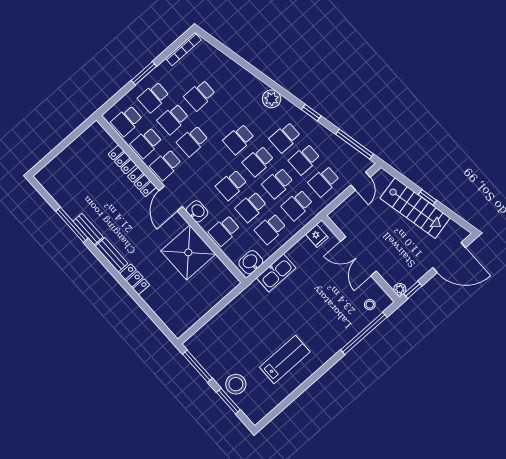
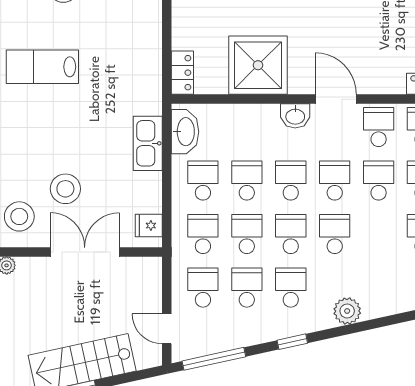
locker: (142, 182) -> (182, 73), moved, turned 90
school desk: (224, 231) -> (335, 181), moved
washbasin: (251, 262) -> (185, 132), width x1.38
stool: (335, 294) -> (65, 189), added
stool: (370, 305) -> (19, 216), width x1.89, depth x1.89
lab bench: (285, 359) -> (42, 67), turned 90

